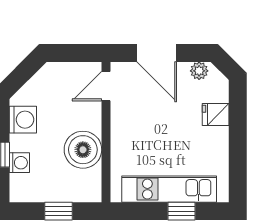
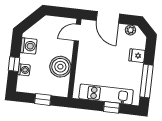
window: (238, 157) -> (146, 81), added

